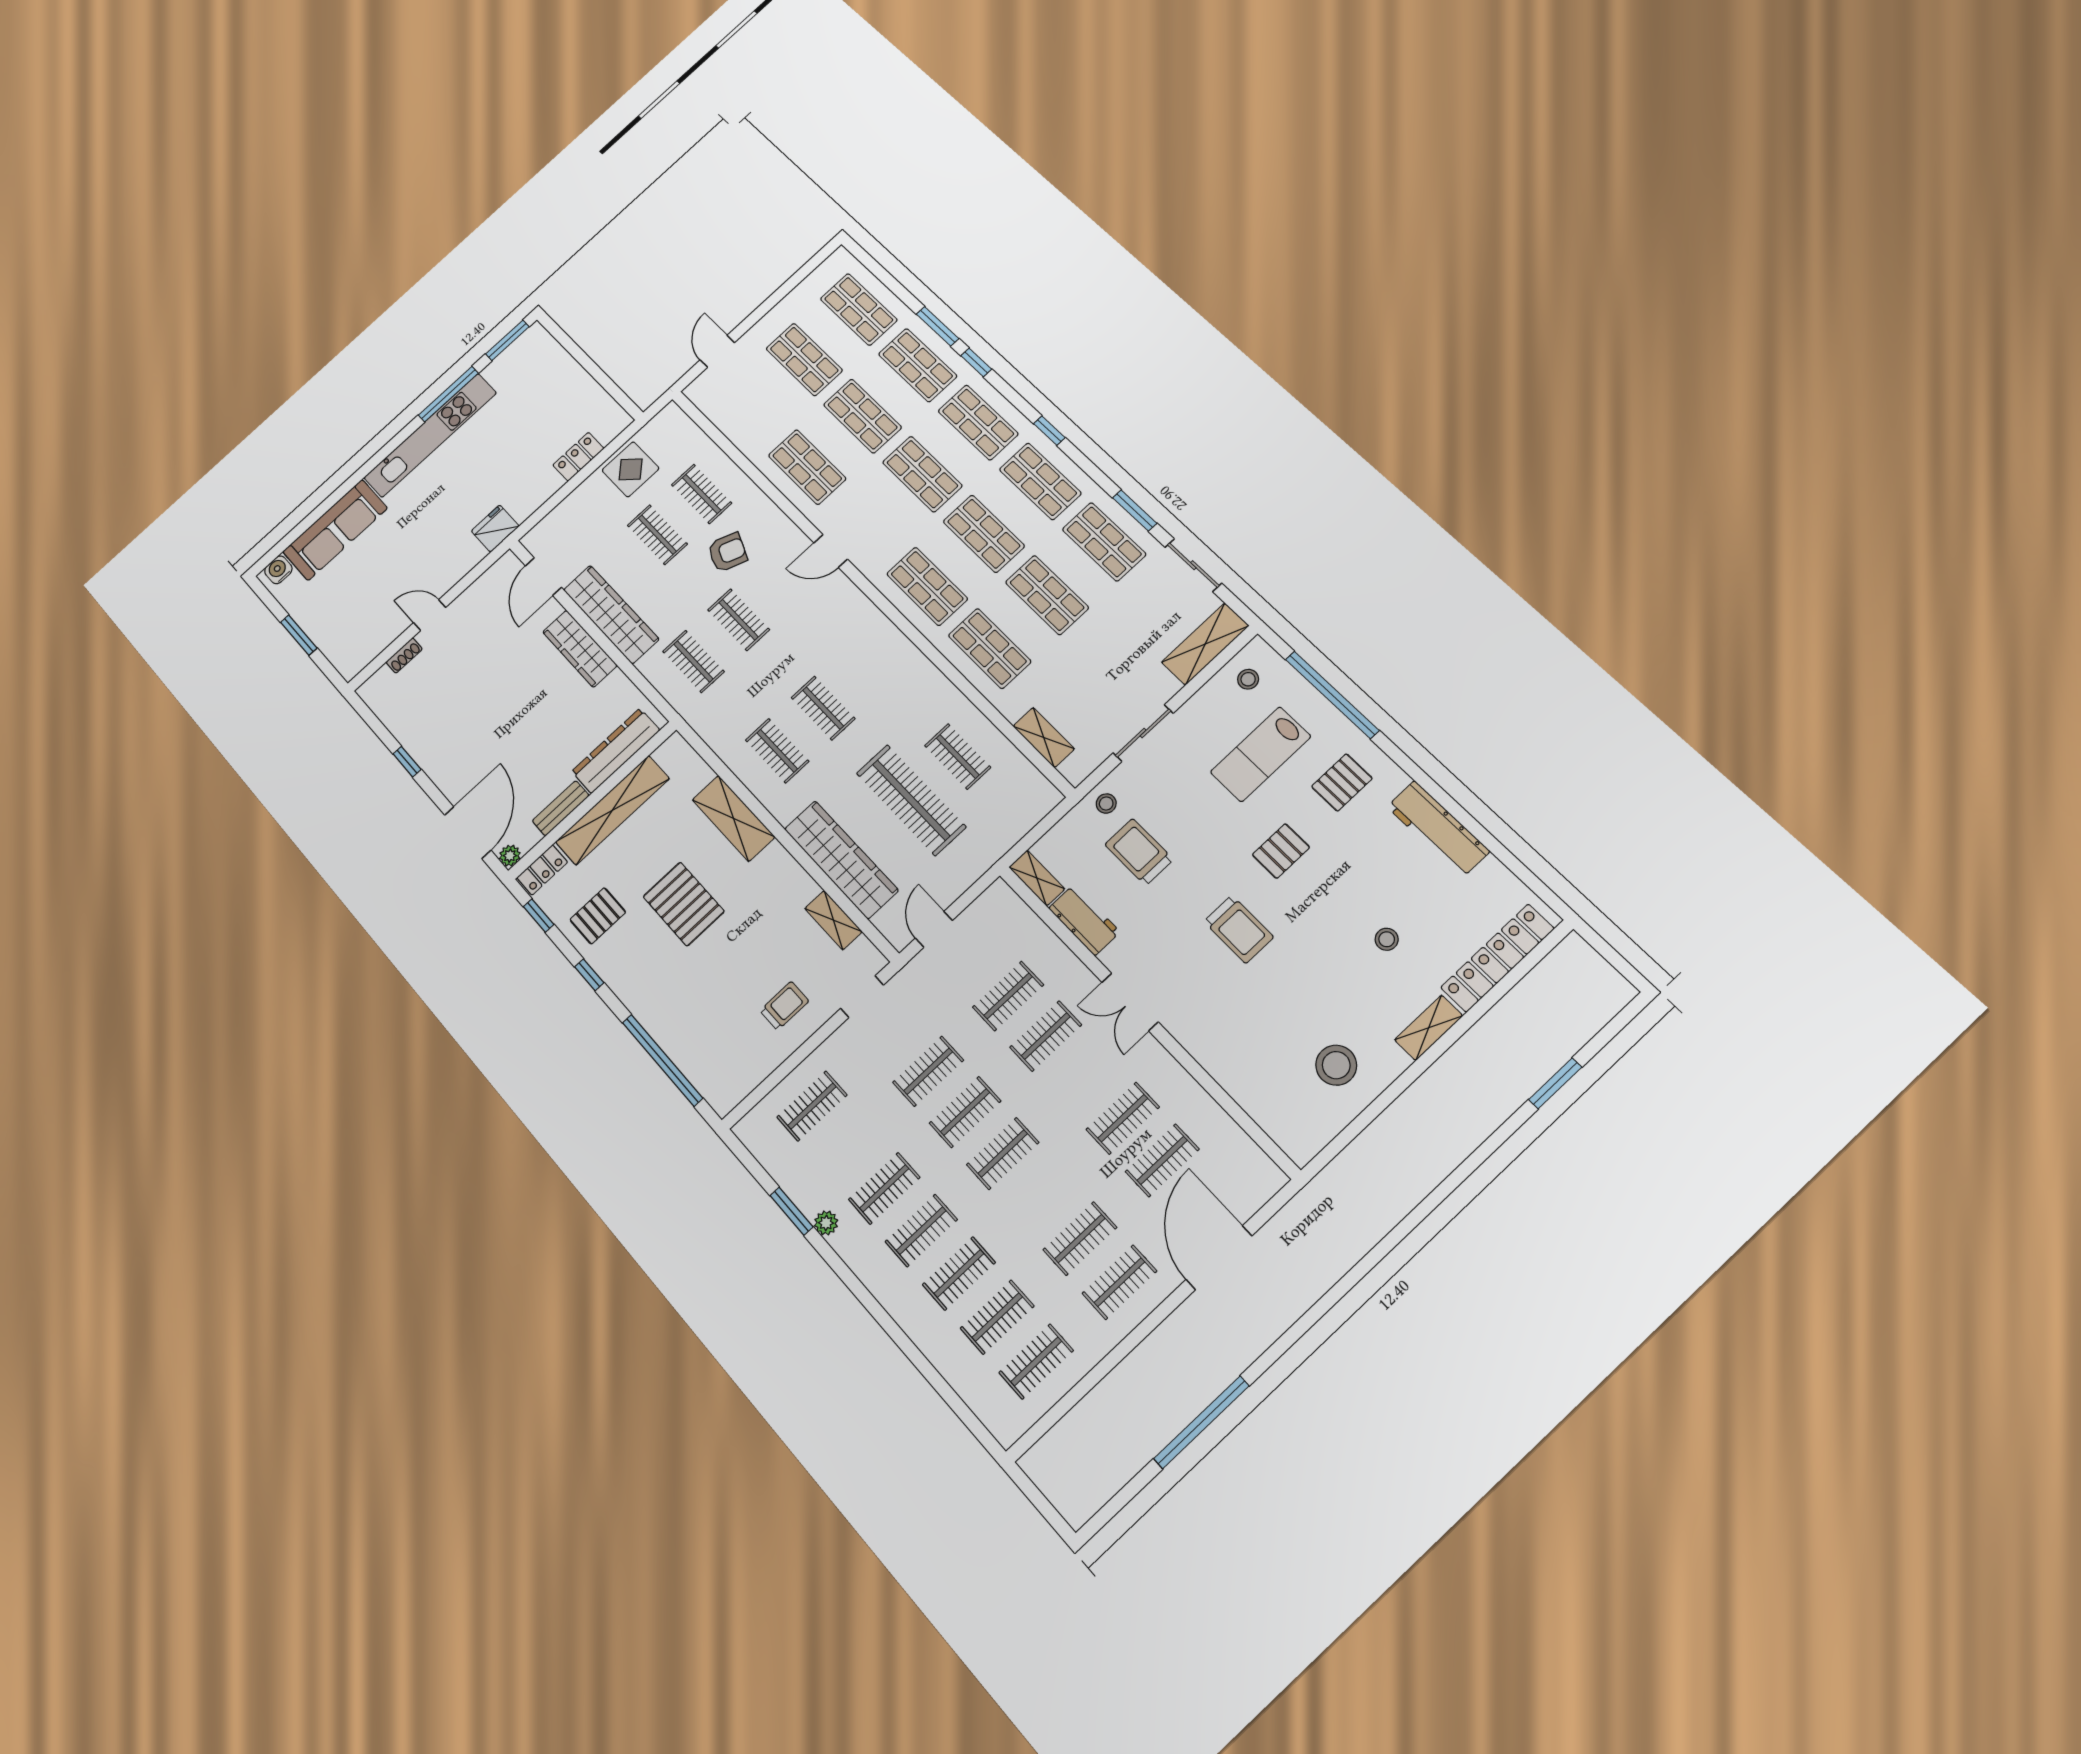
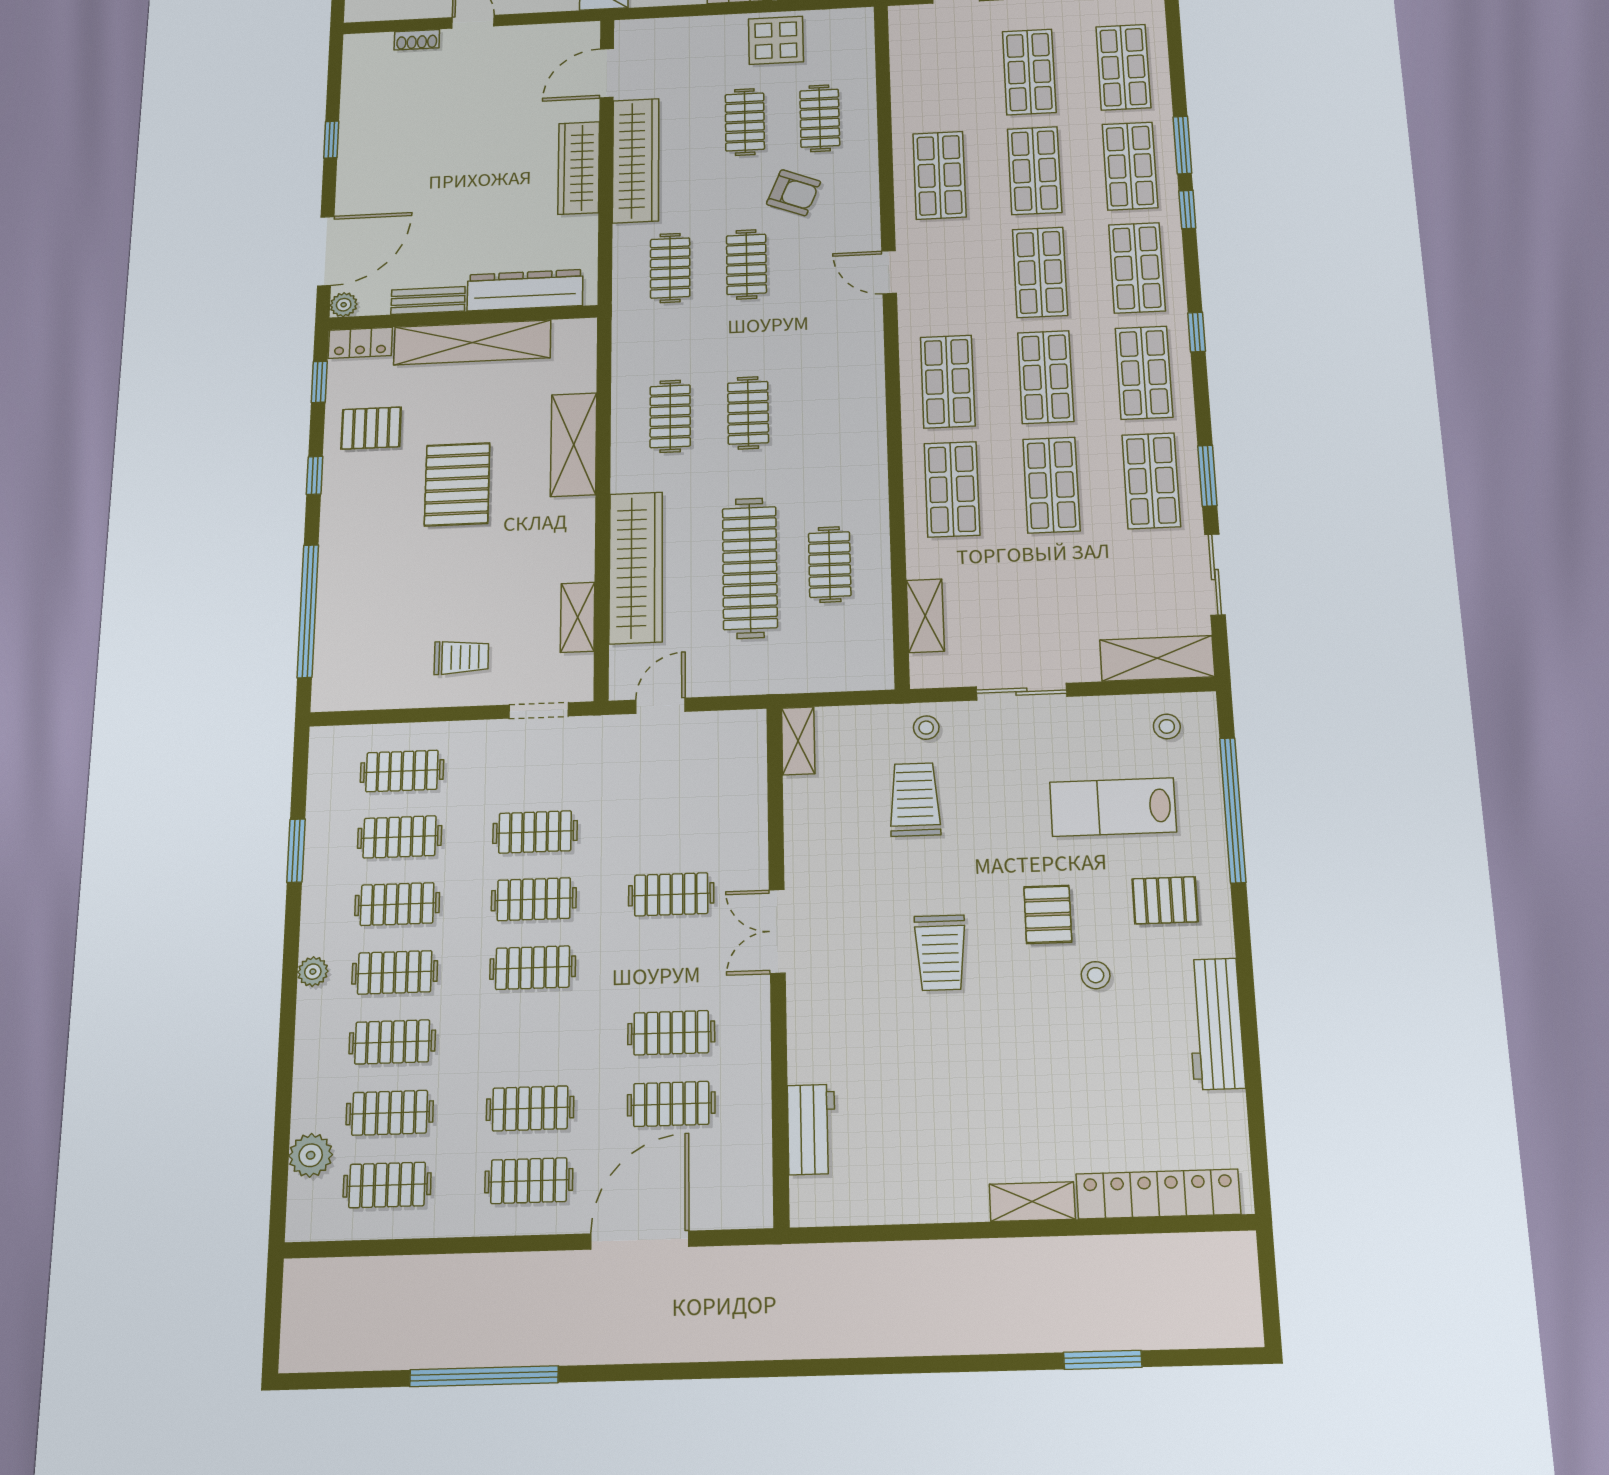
pallet: (1281, 851) -> (1048, 914), turned 90
workbench: (1084, 920) -> (811, 1129), moved
stool: (1387, 939) -> (1096, 975), moved
clothes rail: (1008, 996) -> (400, 837), moved
stool: (1336, 1065) -> (913, 1159), removed
plant: (826, 1223) -> (313, 972), moved
plant: (973, 1386) -> (311, 1155), added

